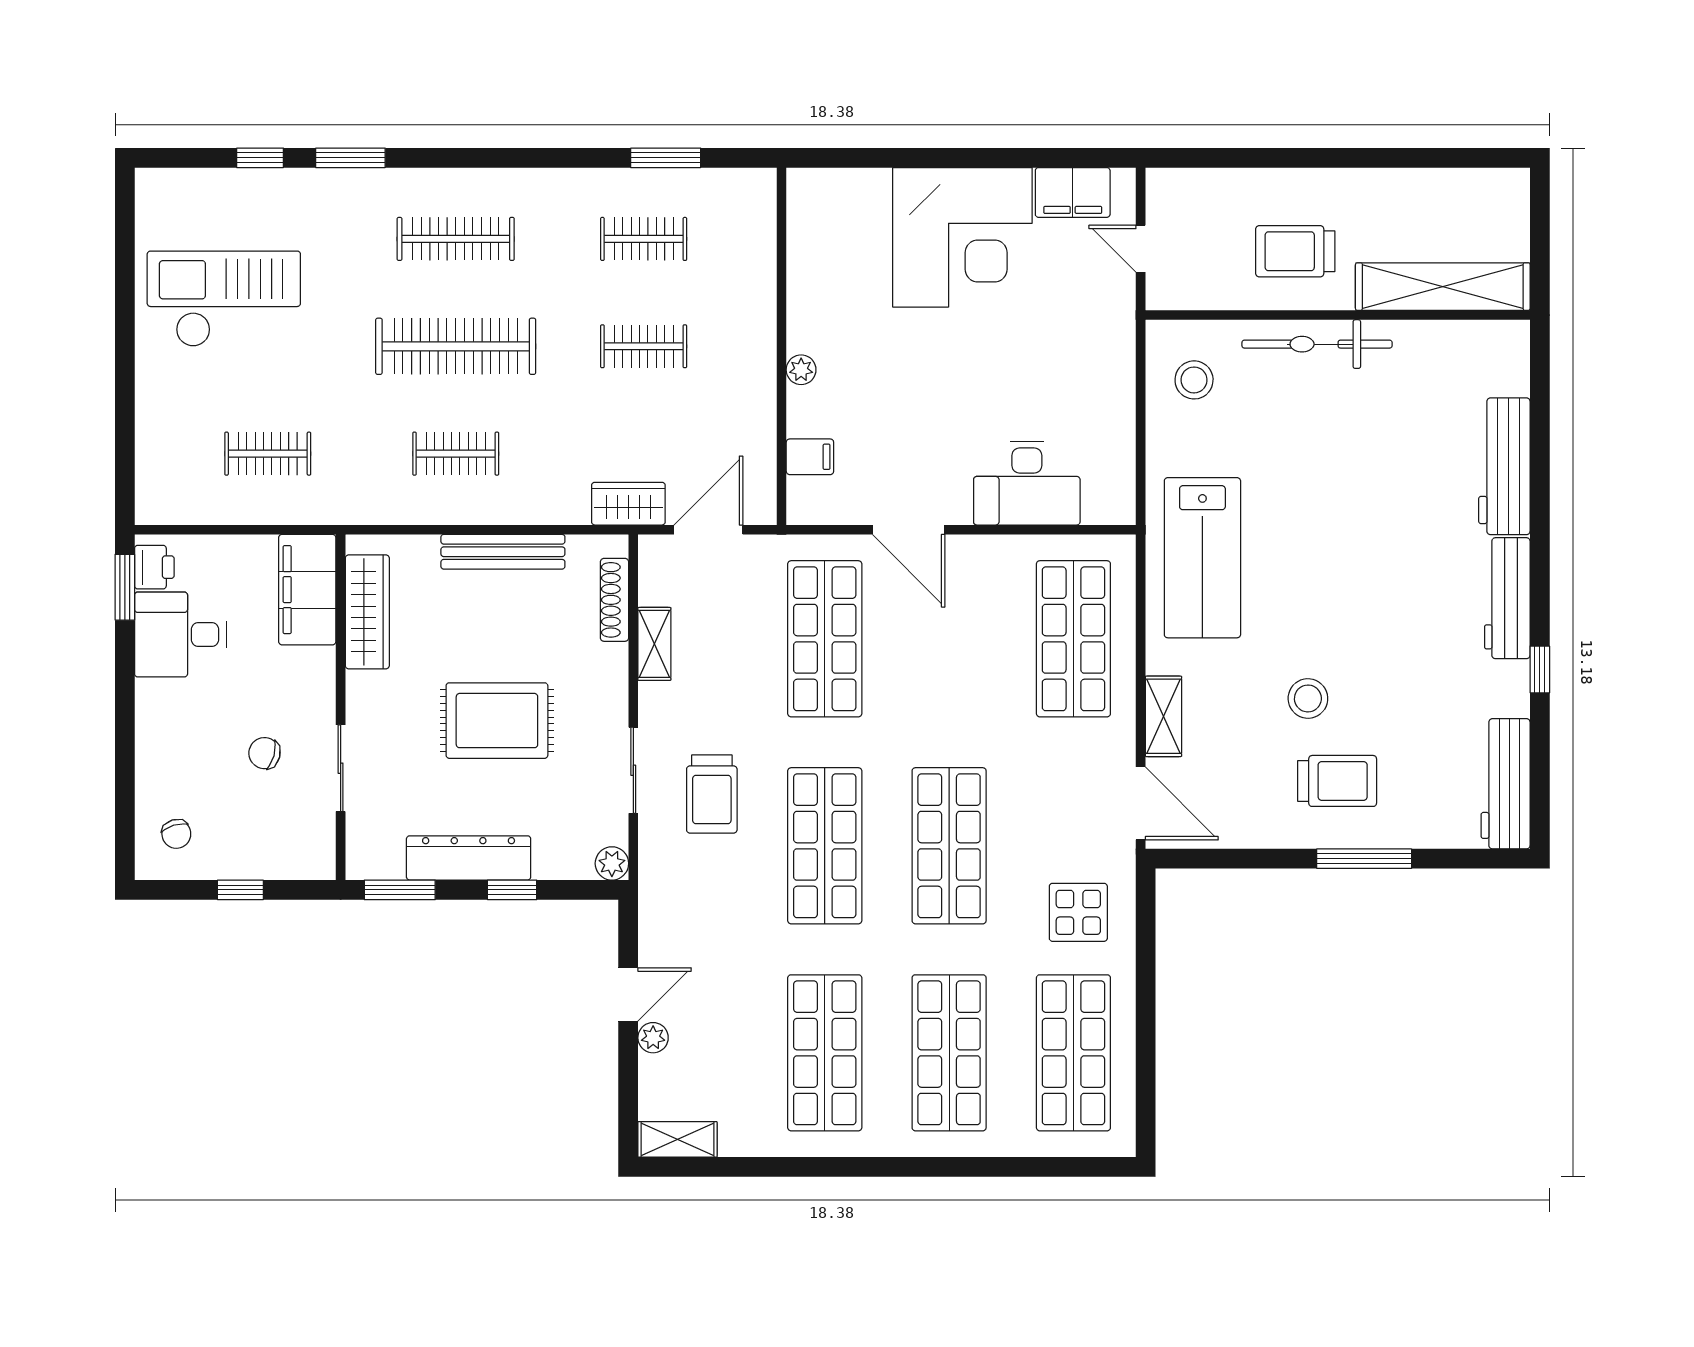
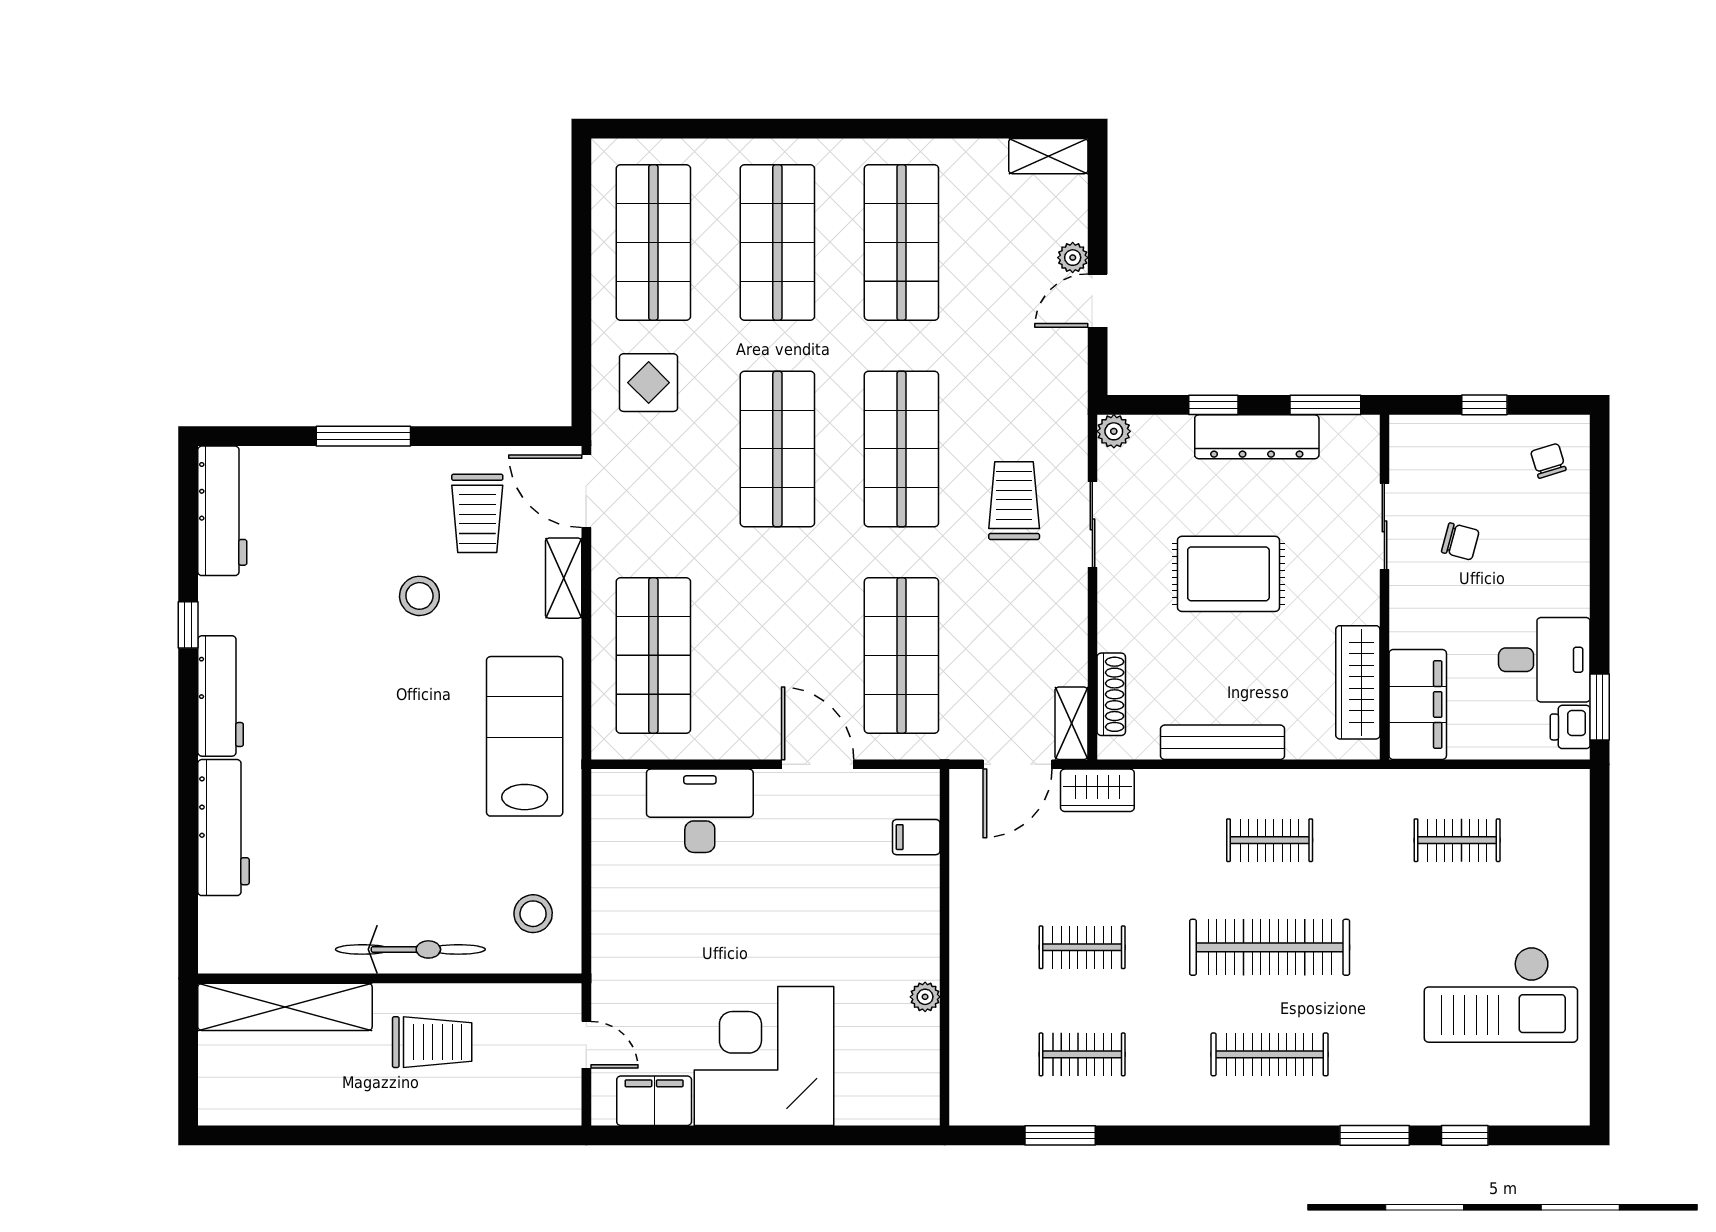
plant: (801, 370) -> (925, 997), moved
shelving: (654, 644) -> (1071, 723), moved
trolley: (1337, 781) -> (477, 513), moved, turned -90

